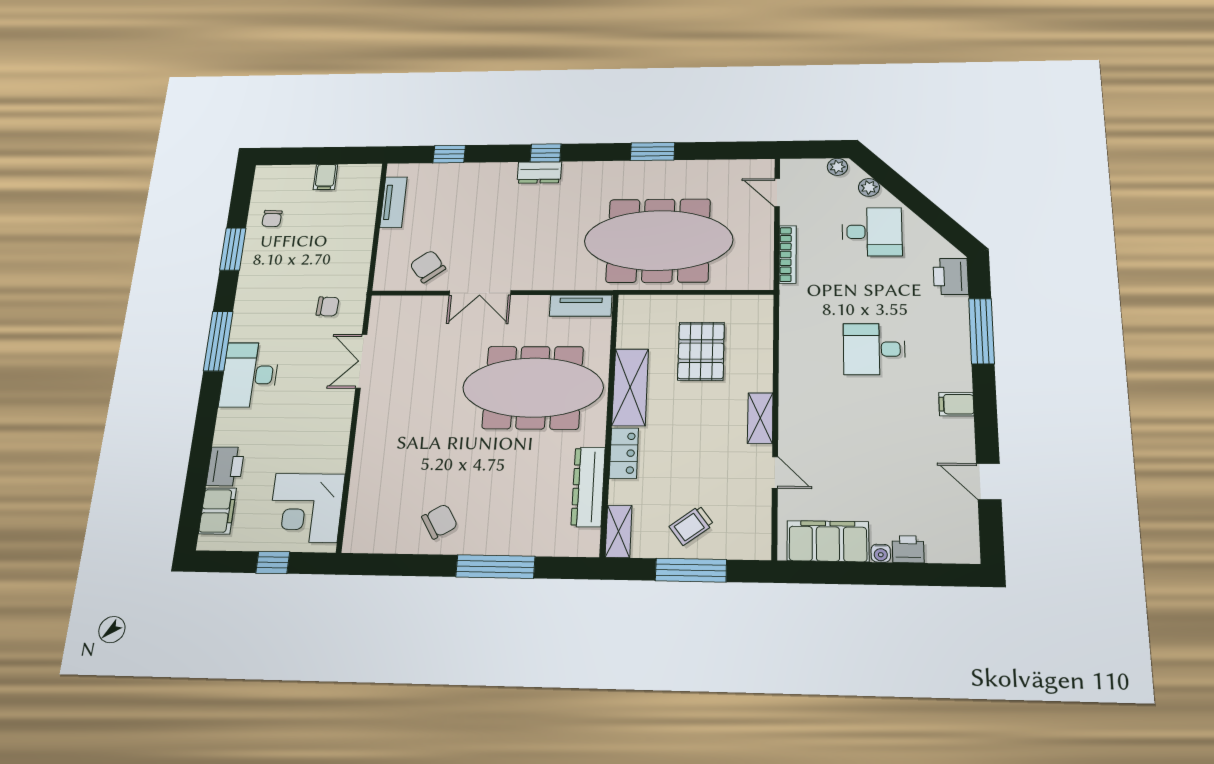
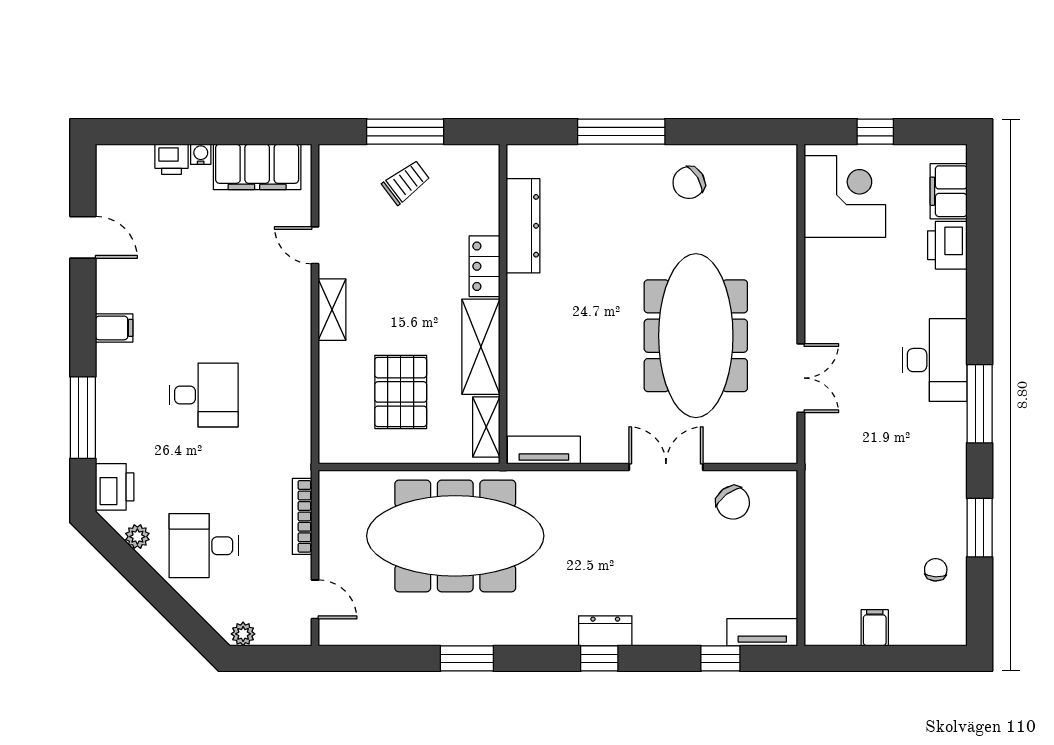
plant: (869, 187) -> (137, 537), moved
tv unit: (393, 202) -> (762, 632), moved, turned 90
chair: (328, 306) -> (850, 449), removed
meeting table: (533, 387) -> (696, 336), moved, turned 90
shelving: (619, 531) -> (486, 427), moved

